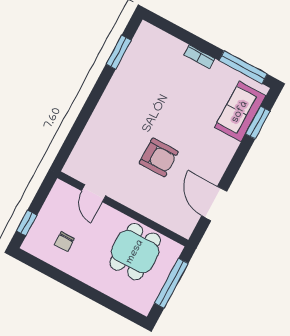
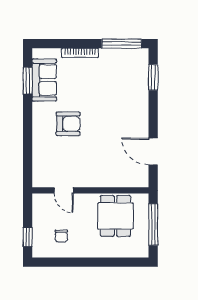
bookcase: (199, 57) -> (80, 53), width x1.56
sofa: (240, 112) -> (44, 80), moved, turned 180
armchair: (159, 157) -> (68, 124), moved

